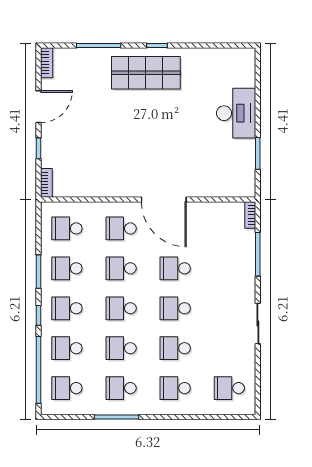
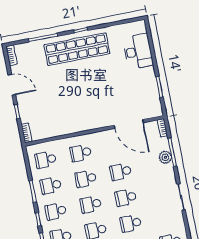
shop shelf: (146, 73) -> (77, 49), width x1.40
door: (38, 107) -> (12, 85), hinge flipped
desk: (236, 113) -> (138, 51), moved
door: (164, 199) -> (129, 124), moved
plant: (246, 260) -> (165, 157), added

